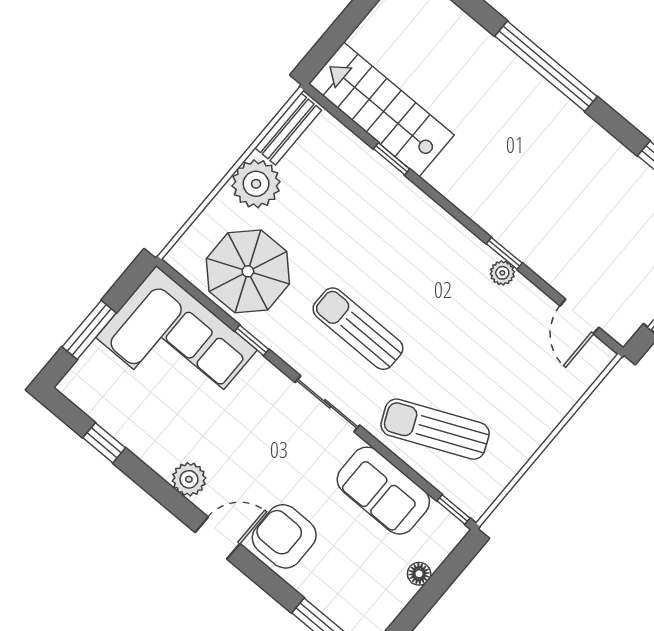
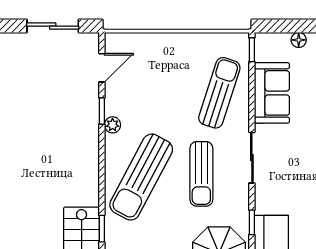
window: (504, 253) -> (102, 111), moved
sun lounger: (413, 255) -> (141, 177), added
sun lounger: (435, 429) -> (219, 93), turned -138

